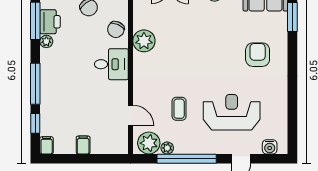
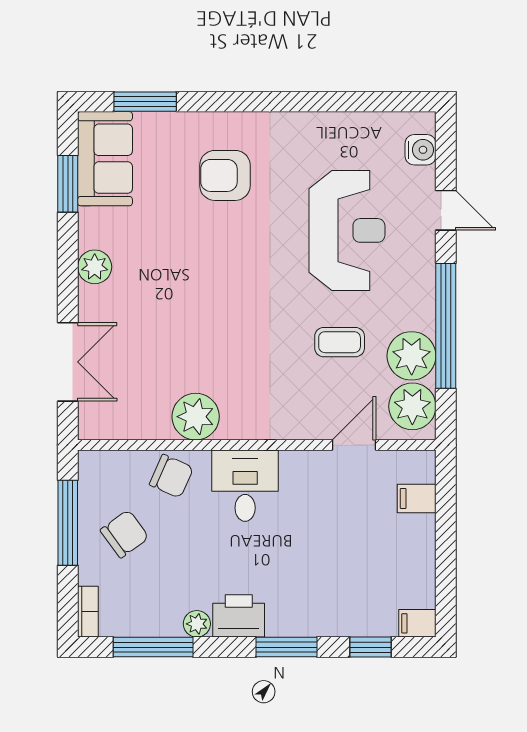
printer: (50, 22) -> (239, 616), moved
window: (35, 84) -> (287, 647), width x0.69
reception desk: (232, 112) -> (347, 230), turned 180
filing cabinet: (83, 145) -> (417, 499), moved
plant: (167, 148) -> (412, 356), width x1.87, depth x1.87

